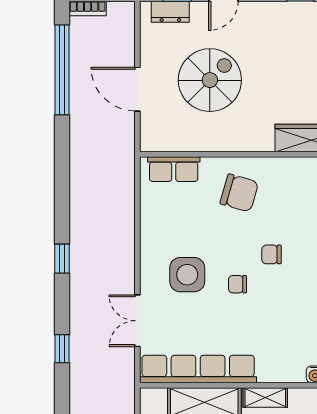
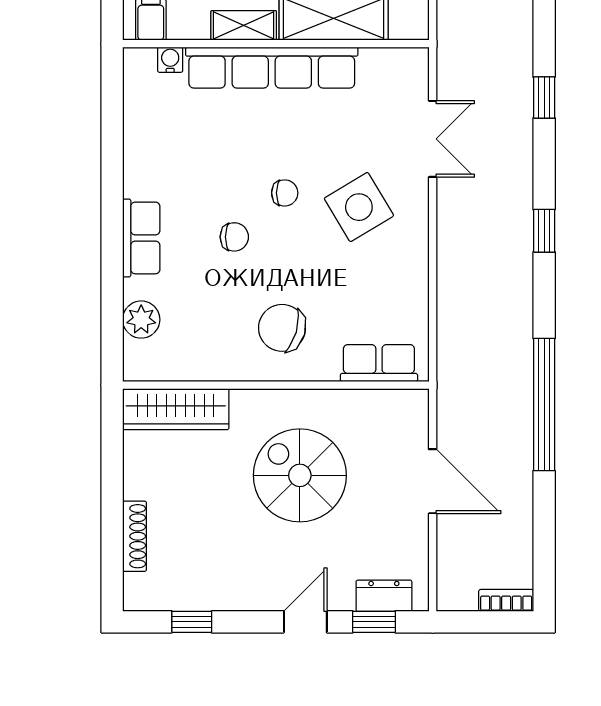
window: (62, 70) -> (544, 405), moved
spiral stairs: (210, 80) -> (300, 475), moved, turned 90
side table: (187, 275) -> (359, 207), turned -31
row of seats: (198, 369) -> (272, 68), moved

